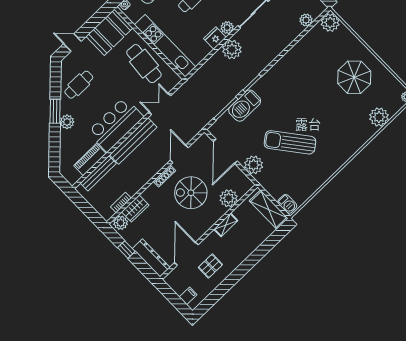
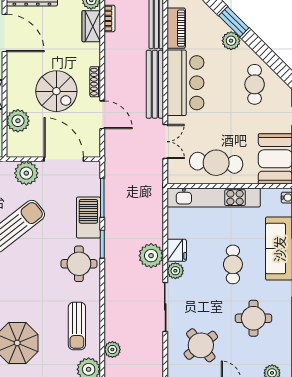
sun lounger: (312, 53) -> (77, 326), added
round table: (276, 86) -> (79, 264), added
window: (55, 111) -> (234, 22), moved
spiral stairs: (191, 193) -> (56, 91), turned 90

